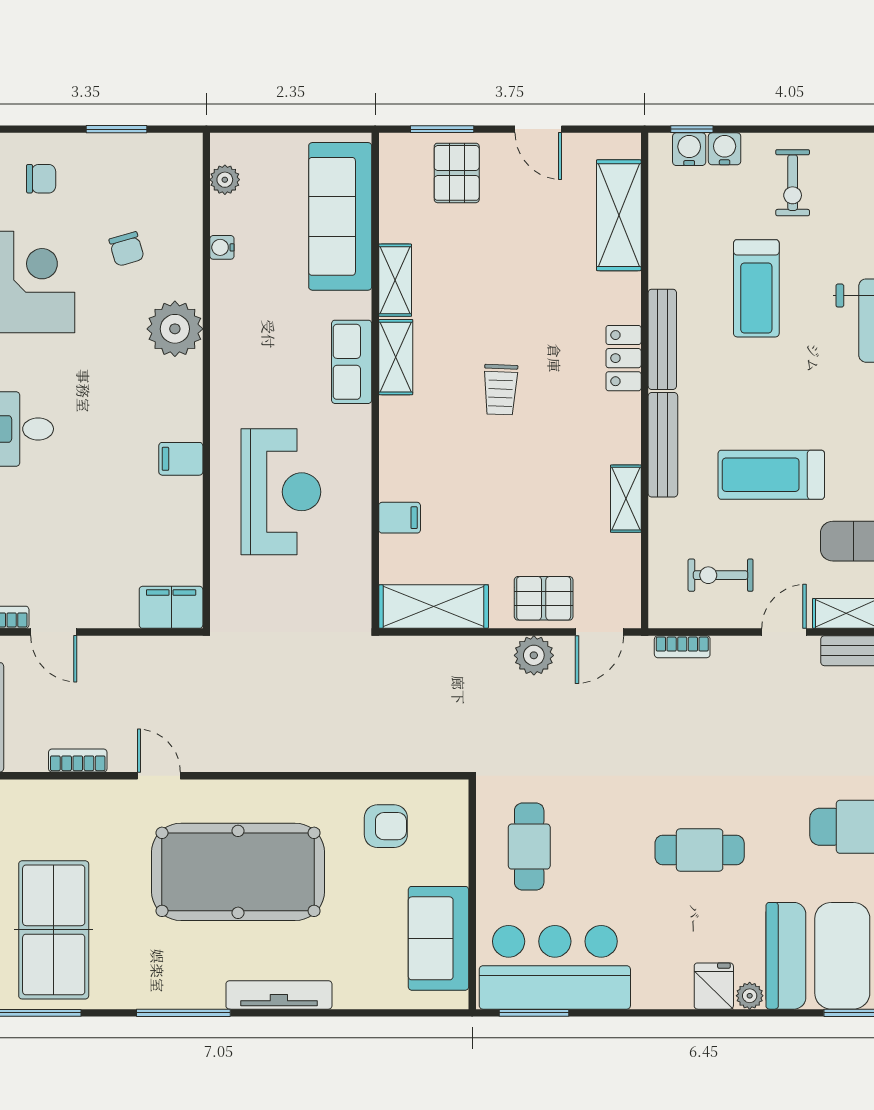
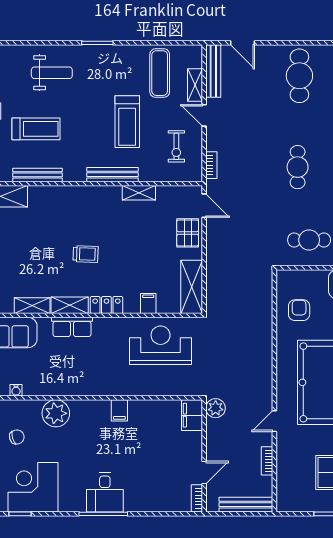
bench: (662, 339) -> (38, 175), moved
locker: (624, 358) -> (106, 305), moved, turned 180
reception desk: (281, 492) -> (161, 345), moved
plant: (534, 655) -> (216, 408), moved
cafe table: (700, 850) -> (298, 167), moved

